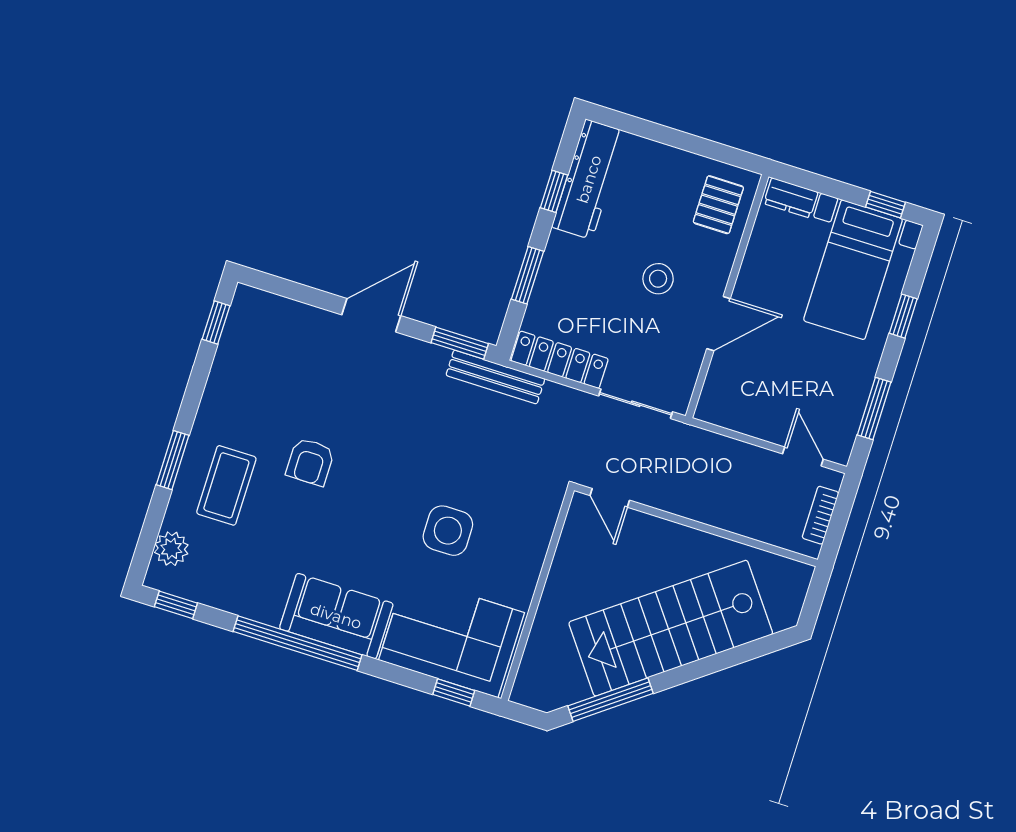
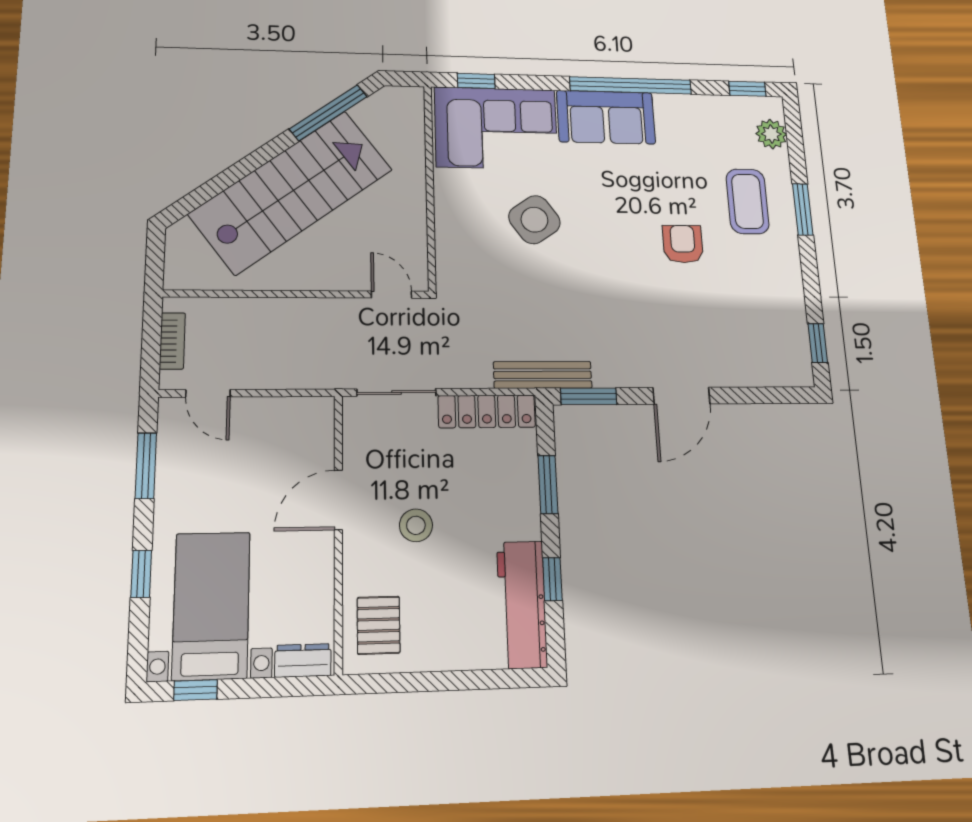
side table: (448, 531) -> (534, 220), turned -35

